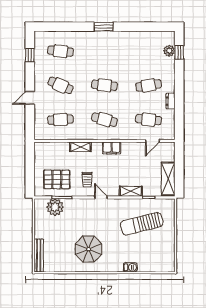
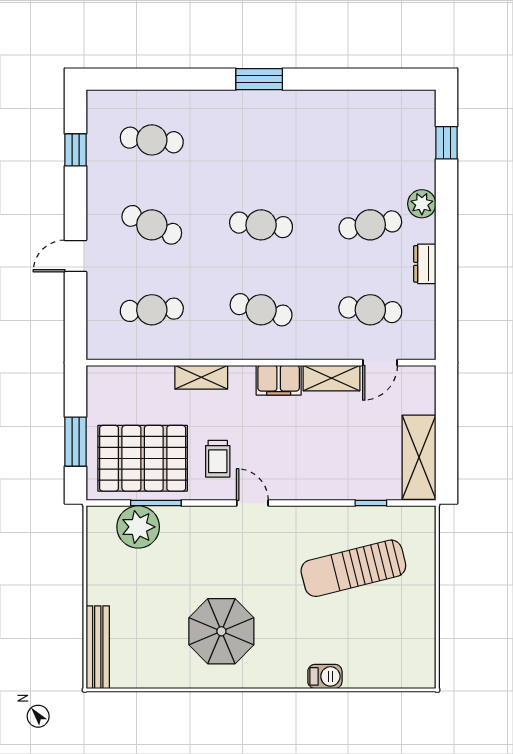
plant: (169, 51) -> (422, 204), moved
window: (30, 173) -> (76, 442), added
pallet: (57, 179) -> (143, 458), width x1.37, depth x1.41
shelving: (131, 191) -> (331, 378), moved

